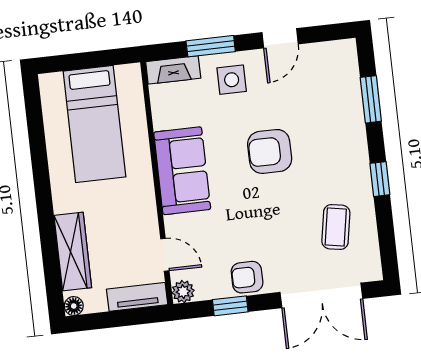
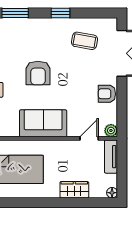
wardrobe: (73, 252) -> (74, 190), width x0.67
armchair: (247, 277) -> (107, 94), turned 90
window: (230, 306) -> (122, 105), removed

